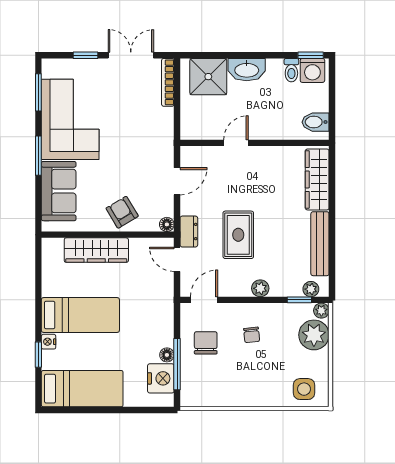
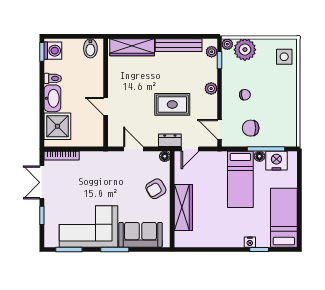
toilet: (291, 70) -> (53, 78), moved
bed: (80, 315) -> (240, 179), moved, turned 180

